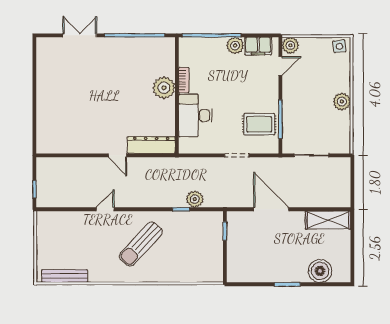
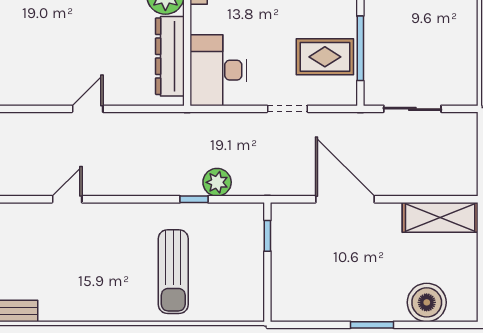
plant: (342, 102) -> (463, 19), removed
desk: (195, 115) -> (218, 70), moved
dresser: (151, 145) -> (170, 56), moved, turned -90
door: (117, 155) -> (88, 109), swing flipped
sun lounger: (141, 244) -> (173, 272), moved, turned -43

